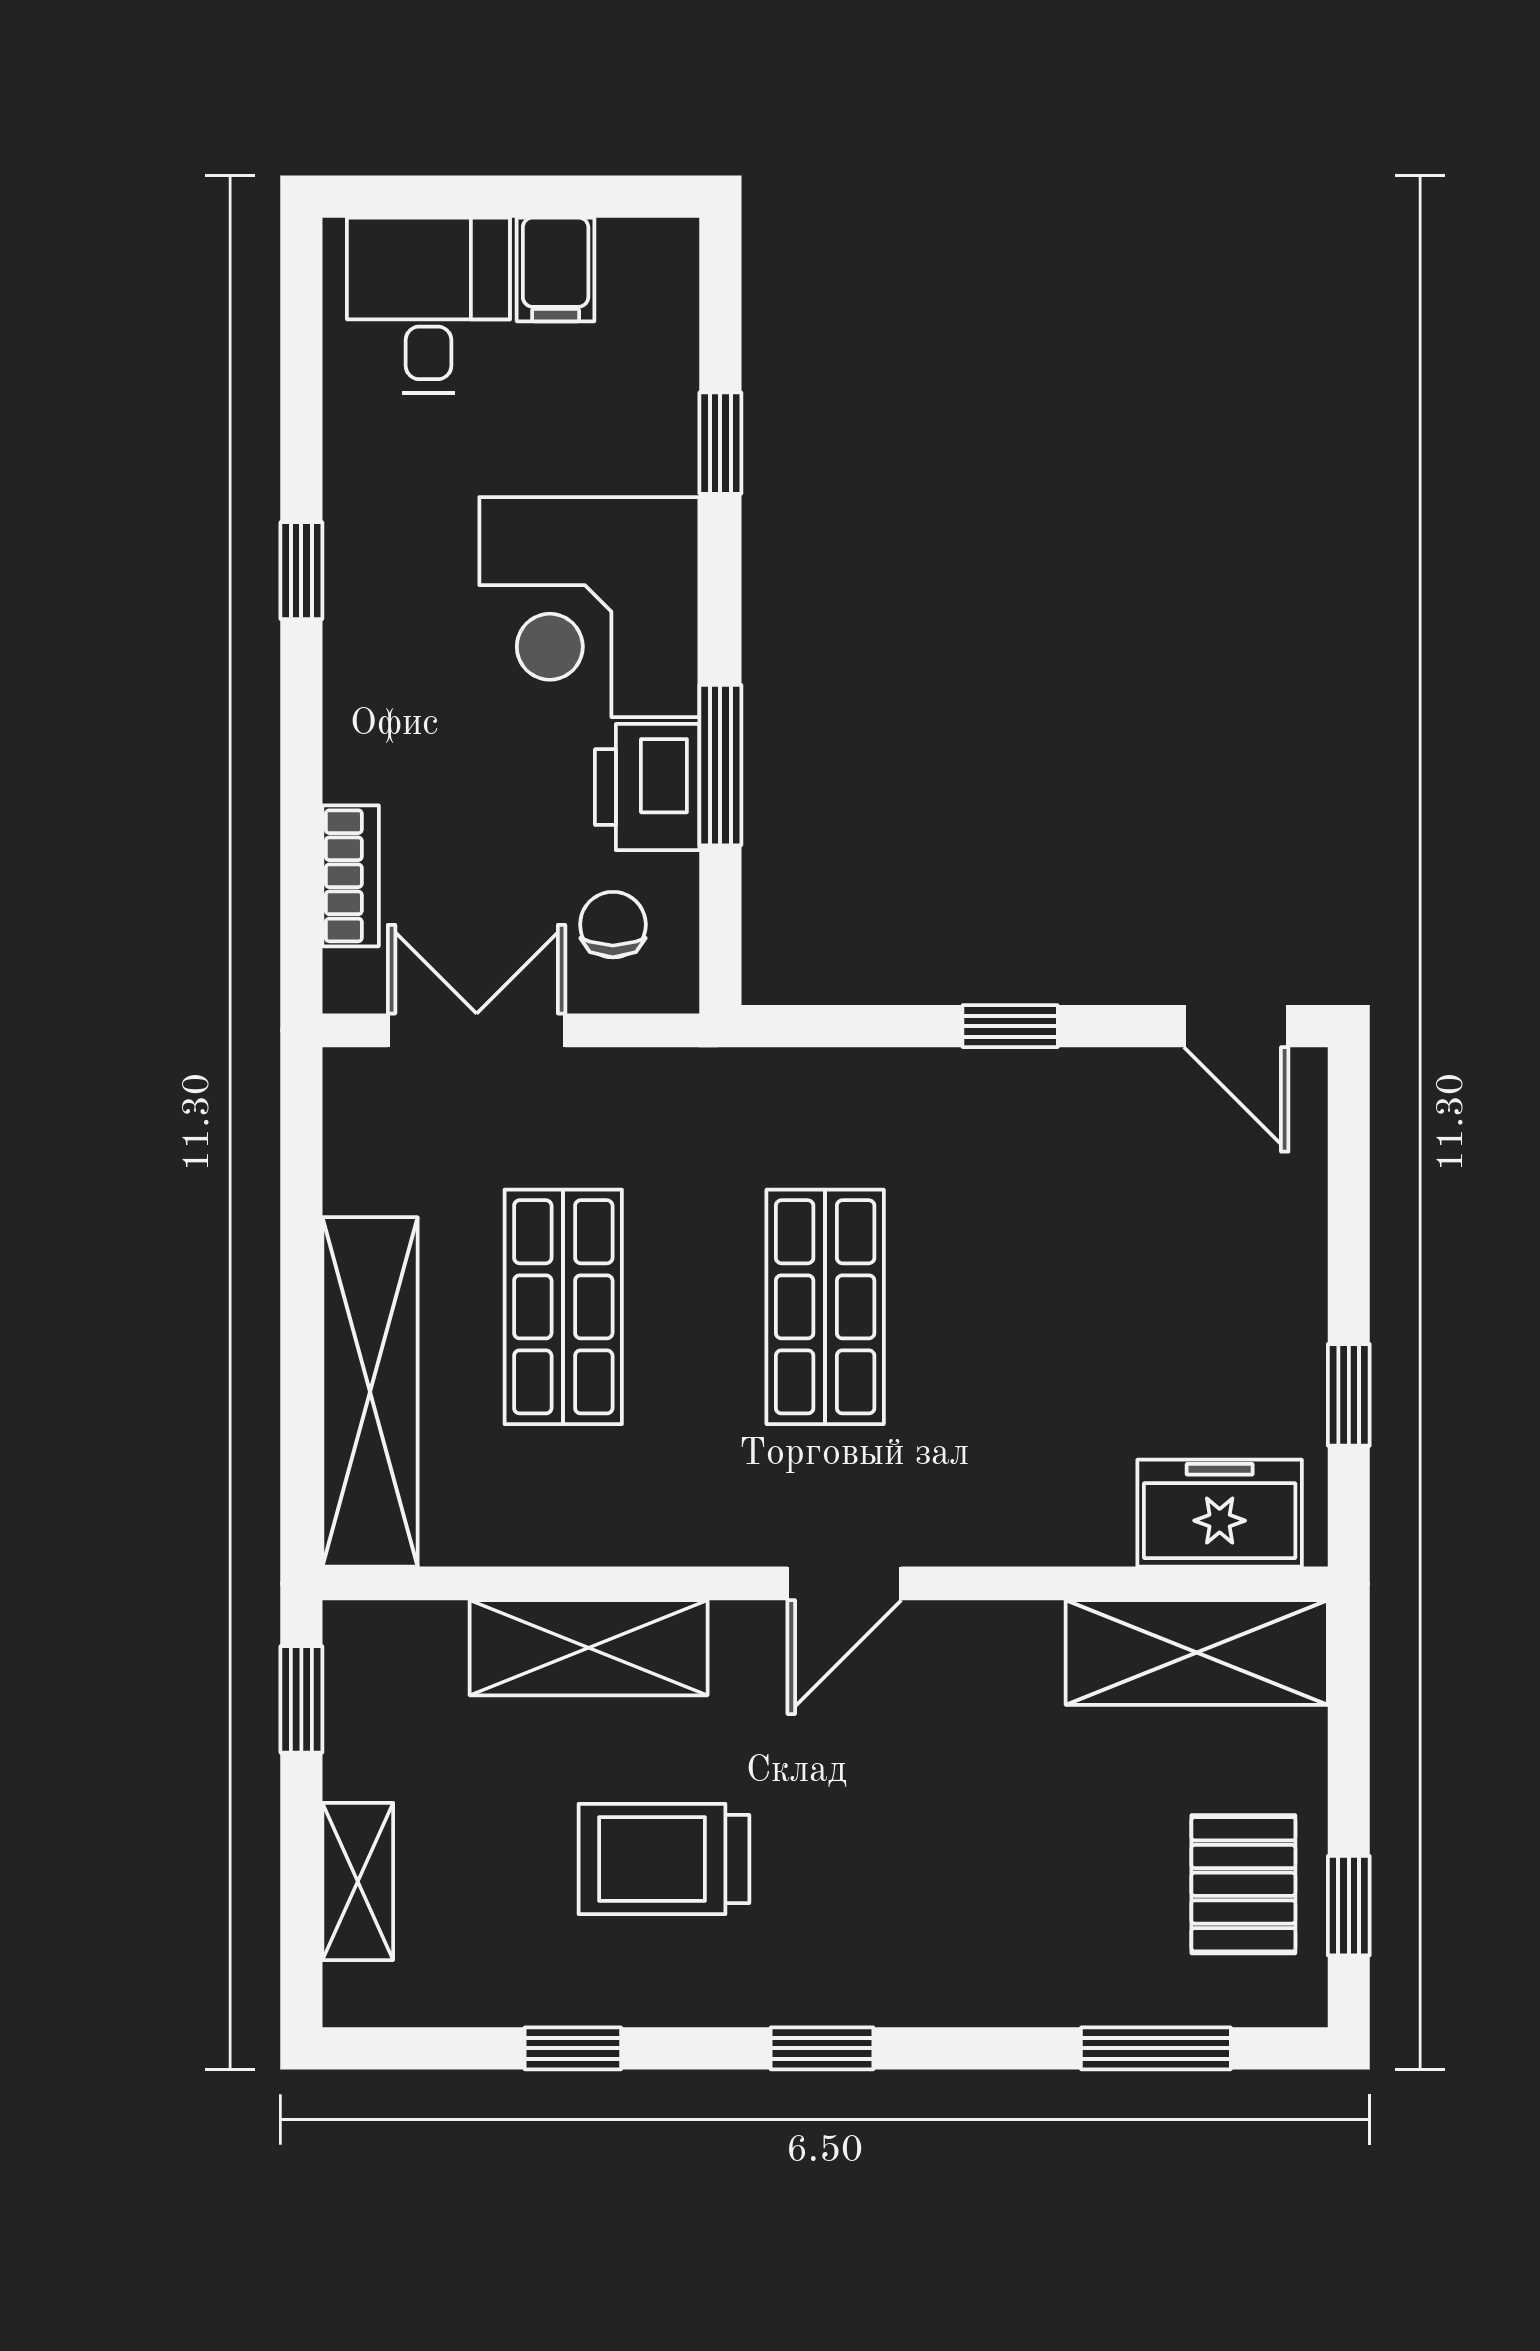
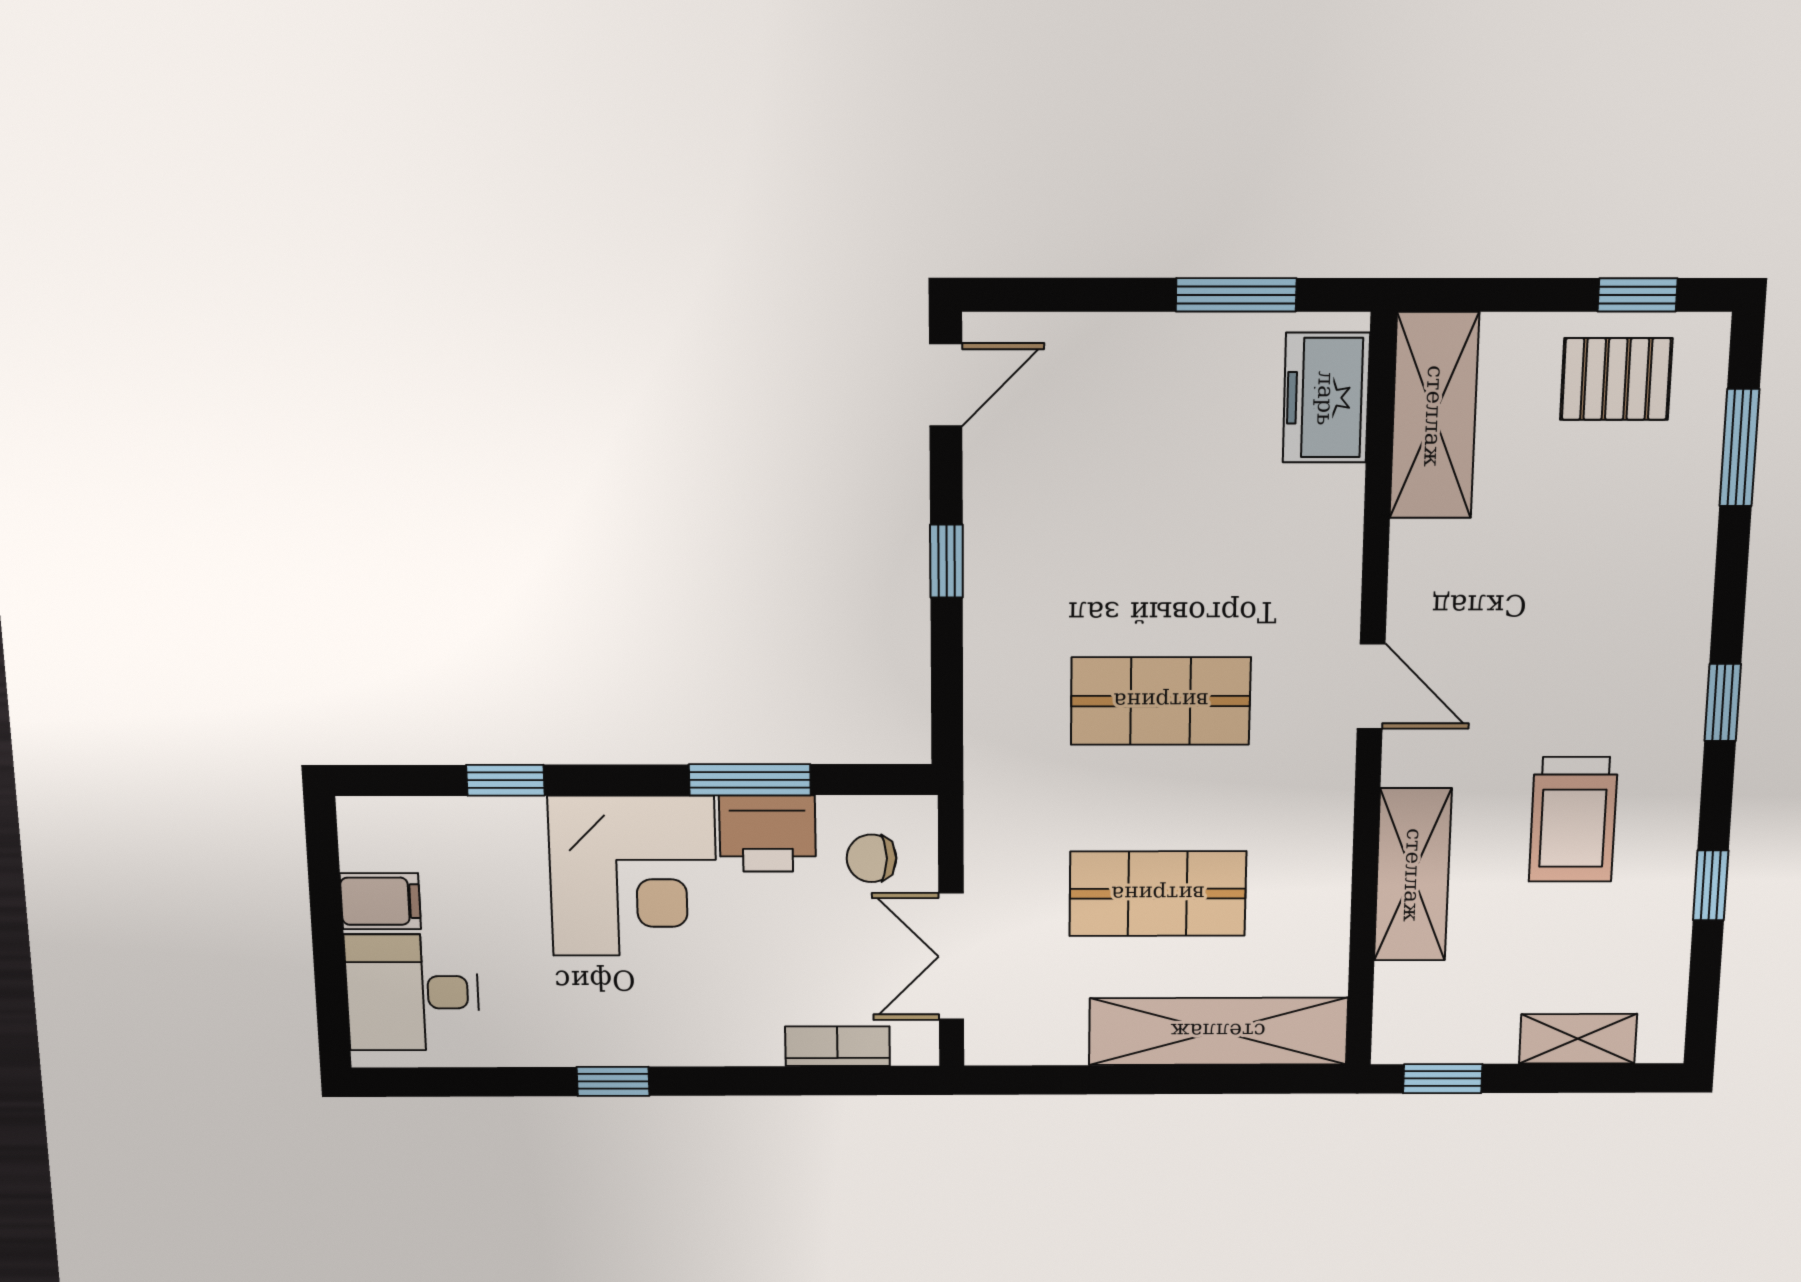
window: (1349, 1395) -> (1236, 295), width x1.50

